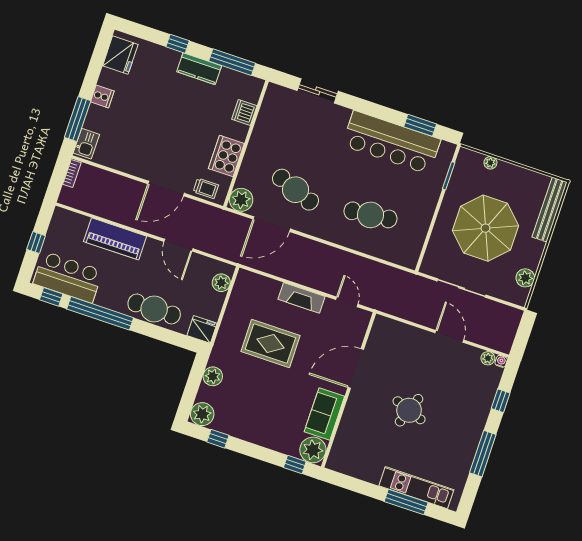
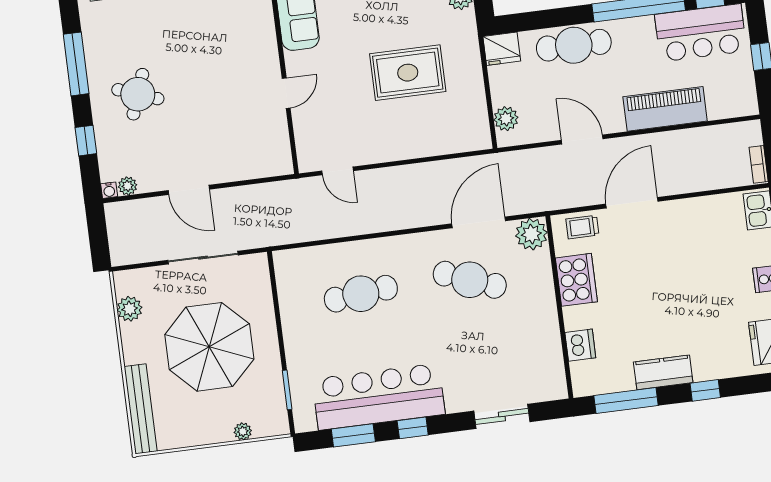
window: (379, 112) -> (413, 428), added
fireplace: (302, 298) -> (397, 148), removed
door: (356, 368) -> (286, 93), width x0.53
round table: (409, 410) -> (138, 94), moved

